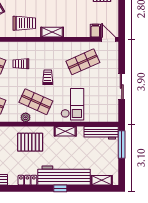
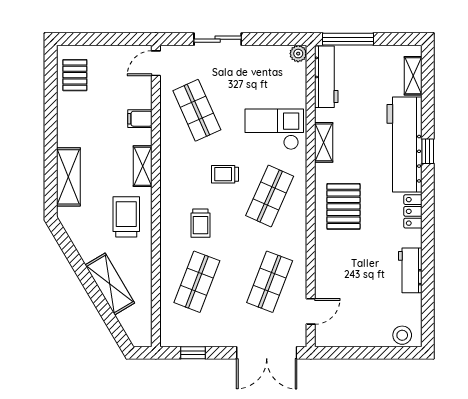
filing cabinet: (95, 31) -> (140, 119), moved
sliding door: (122, 86) -> (218, 39), moved
plant: (26, 117) -> (298, 54), moved

